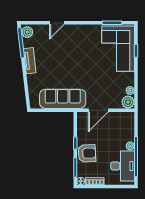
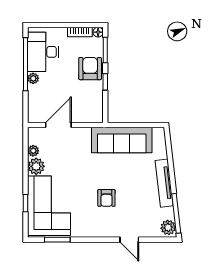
door: (57, 23) -> (129, 240), swing flipped
armchair: (74, 55) -> (106, 198), added
tv unit: (30, 61) -> (164, 183), width x1.41
plant: (128, 102) -> (36, 166), moved
door: (98, 110) -> (58, 125), moved
armchair: (87, 153) -> (90, 69), turned 93

